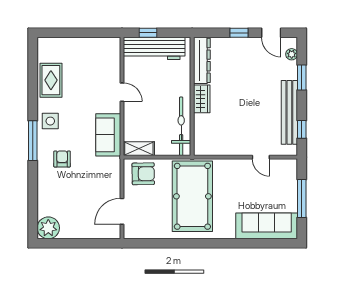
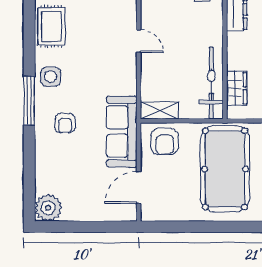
wardrobe: (202, 99) -> (237, 88), moved
sofa: (108, 135) -> (122, 132), moved, width x1.36
armchair: (62, 159) -> (65, 123), turned 180
armchair: (143, 174) -> (165, 141), turned 91

